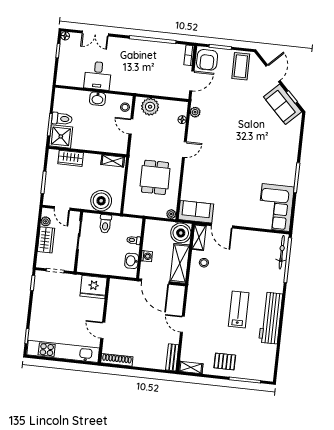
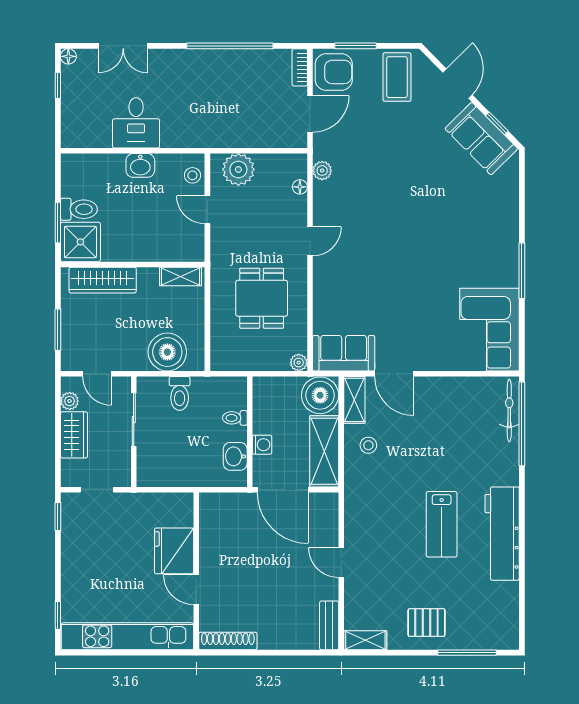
armchair: (207, 60) -> (334, 72), turned -90
wardrobe: (71, 158) -> (103, 280), width x1.50
fridge: (93, 287) -> (174, 551), moved, turned 90
lab bench: (239, 309) -> (442, 524), turned 180

